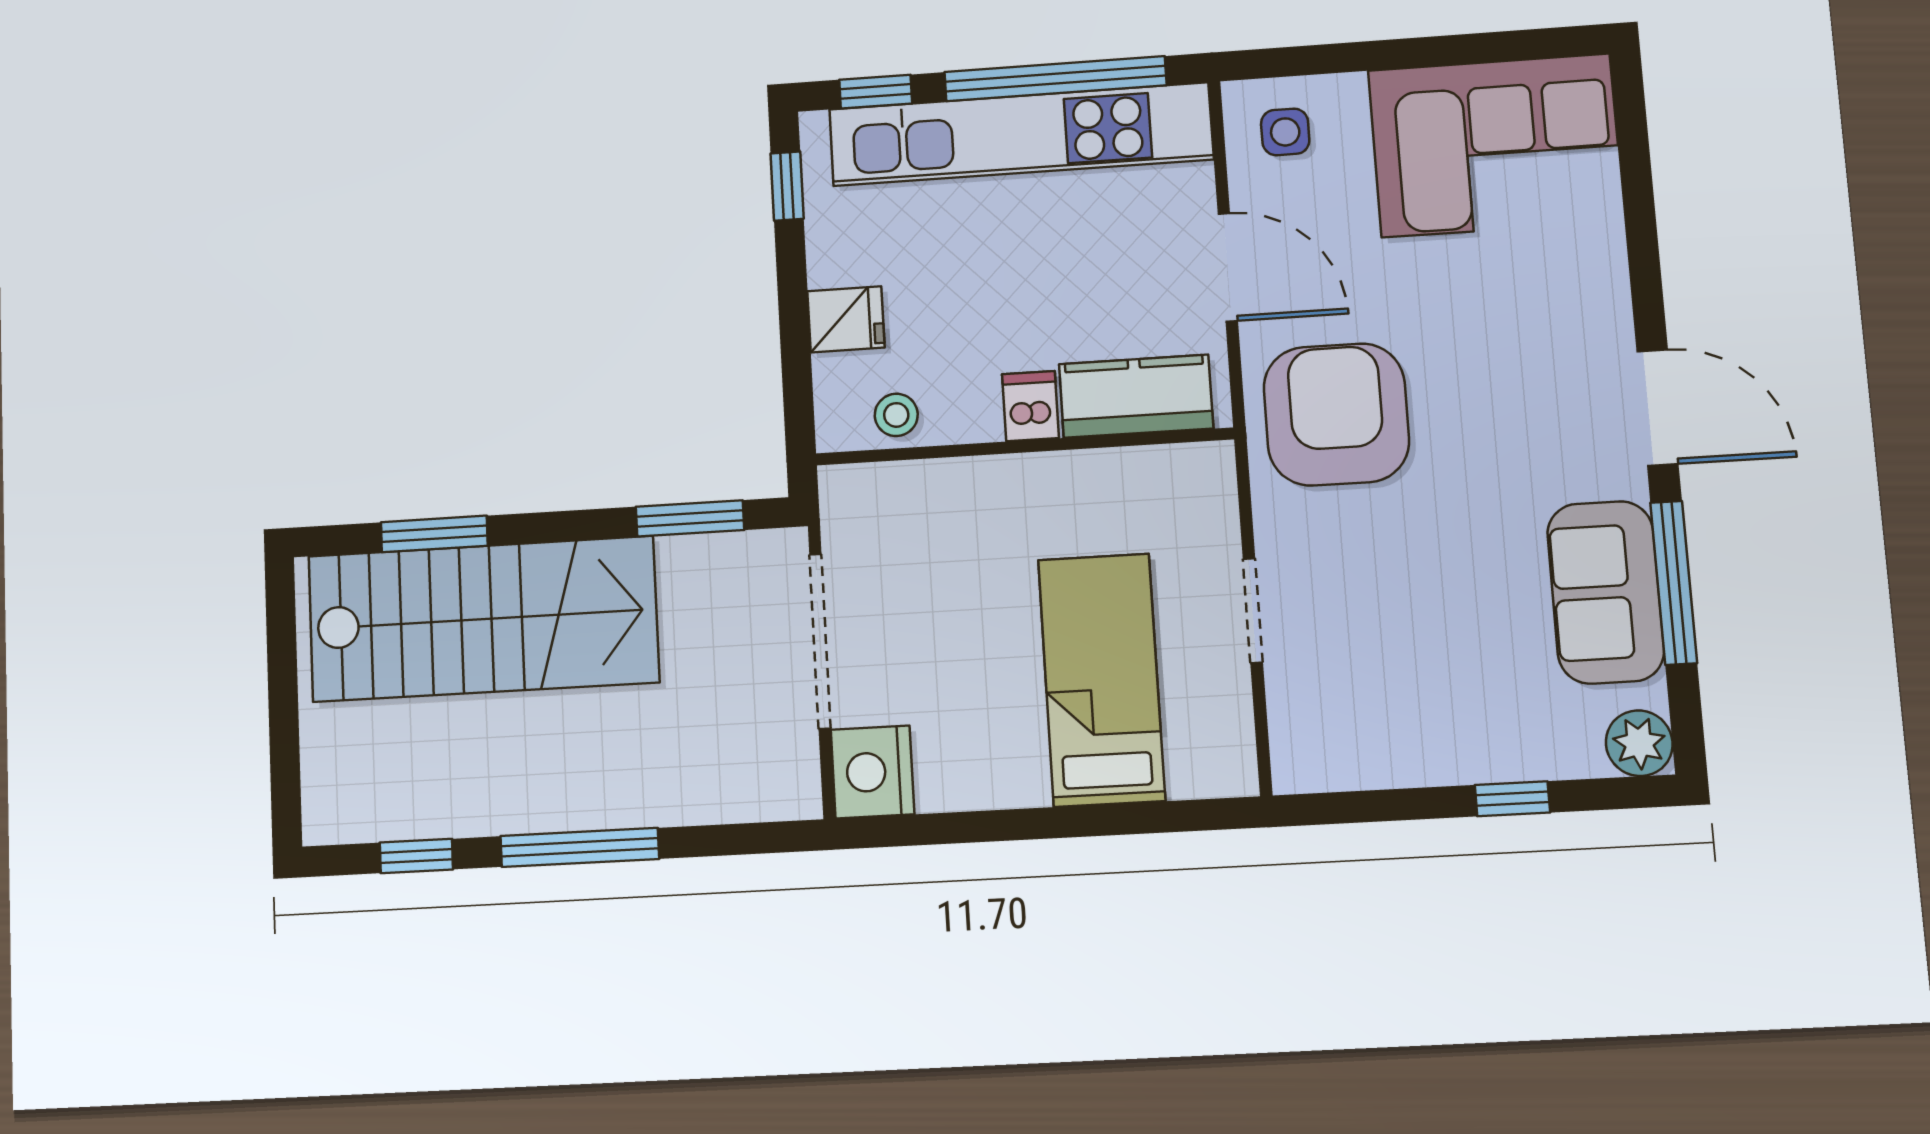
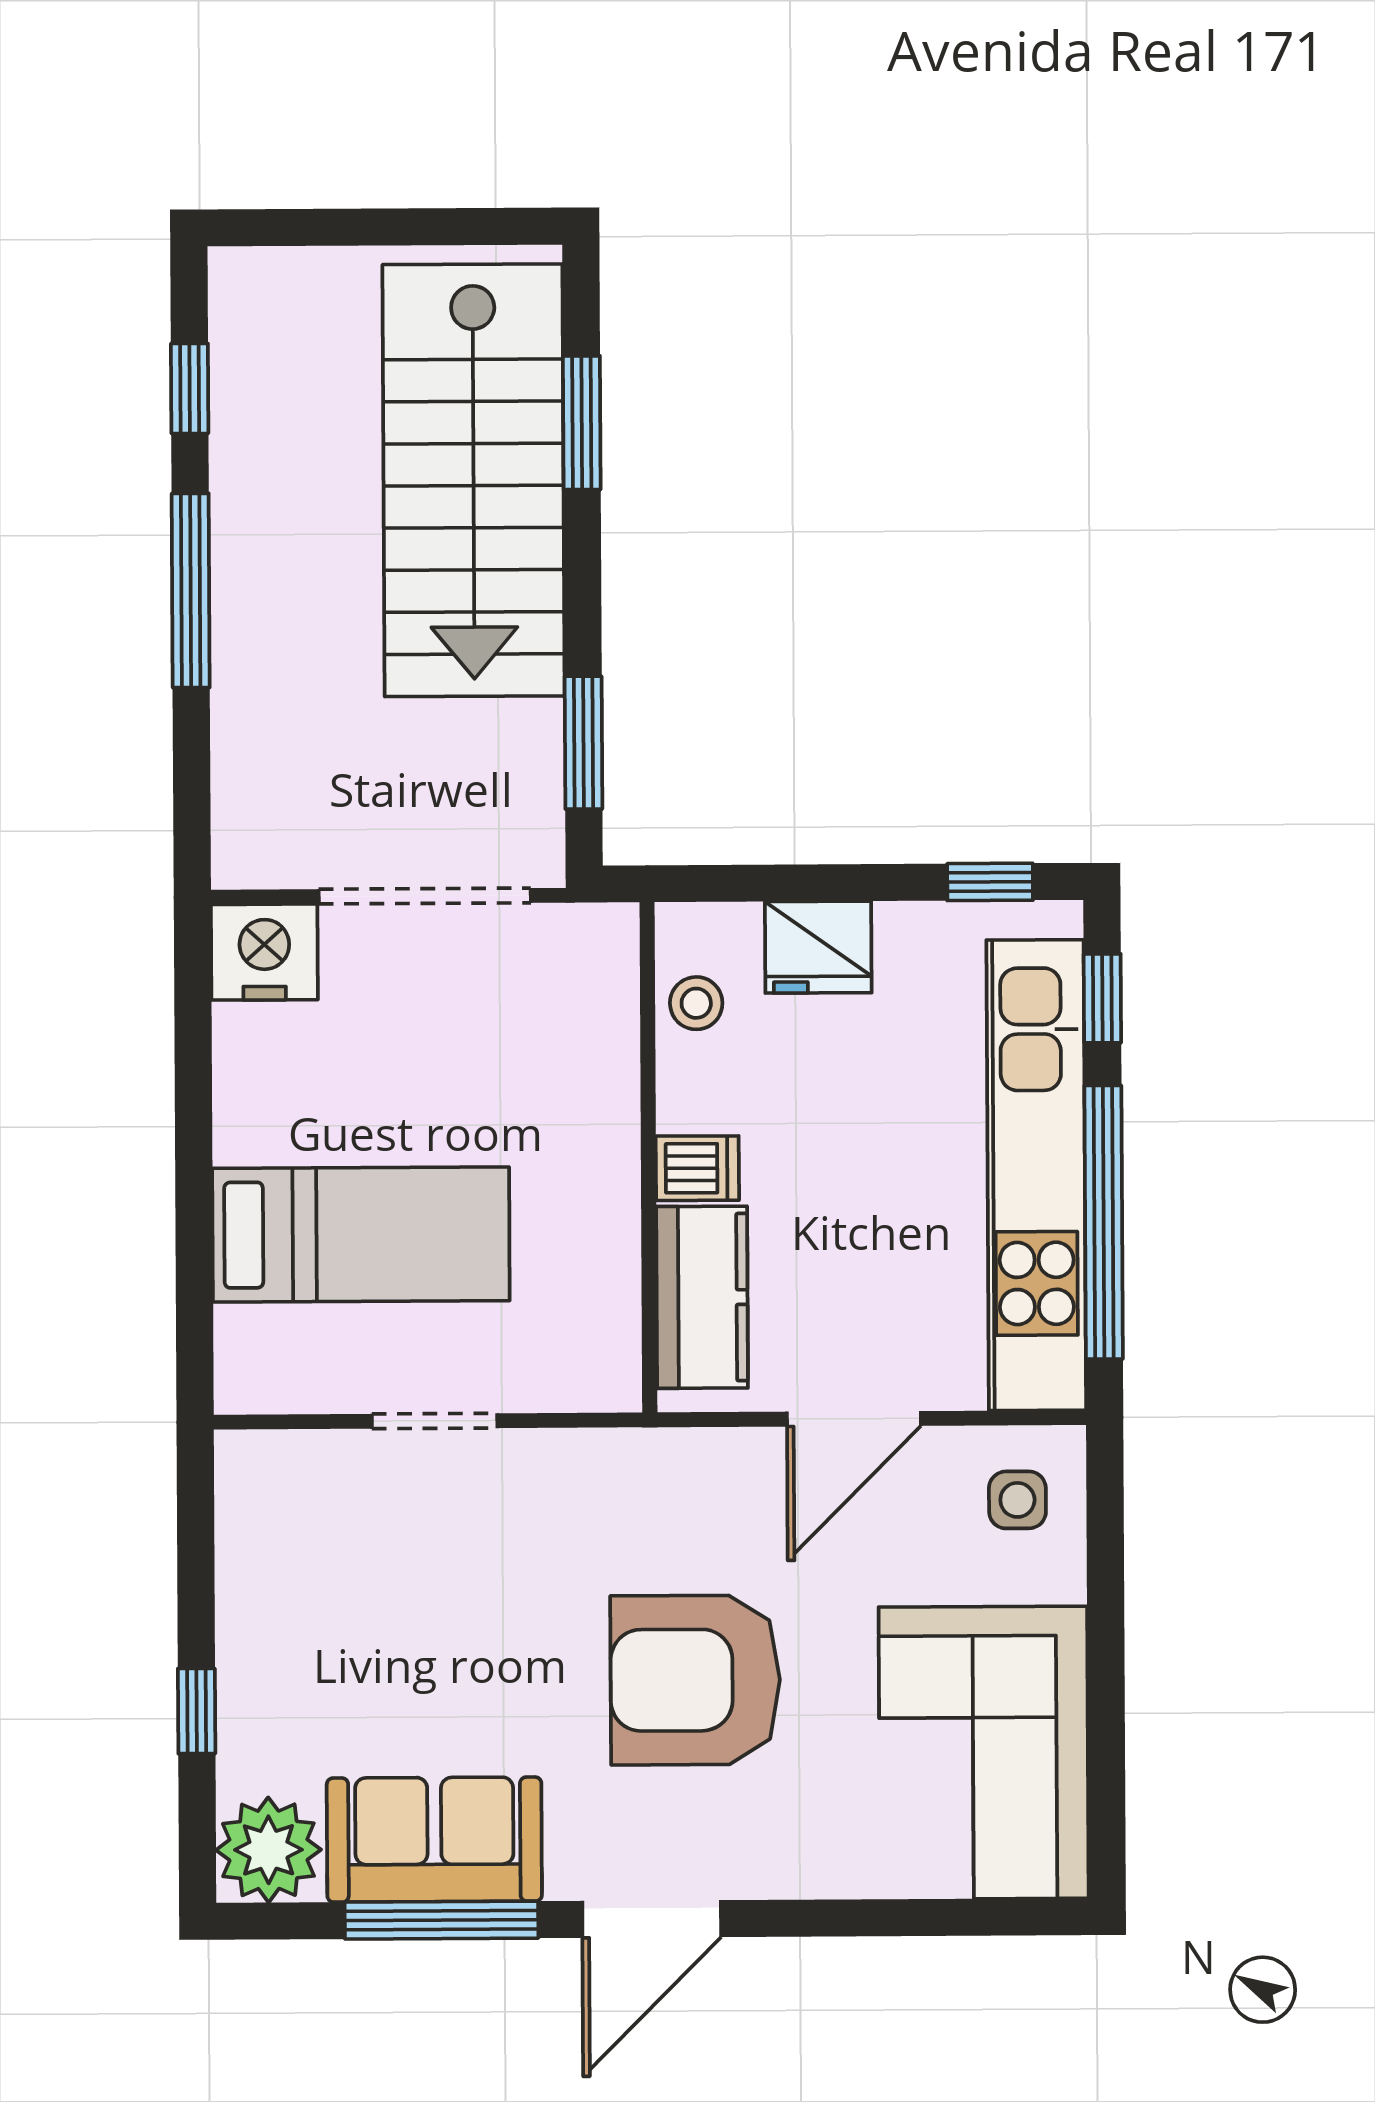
fridge: (846, 319) -> (818, 947), width x1.38
armchair: (1336, 414) -> (695, 1680), moved, turned 180
plant: (1639, 743) -> (268, 1850), width x1.36, depth x1.36

